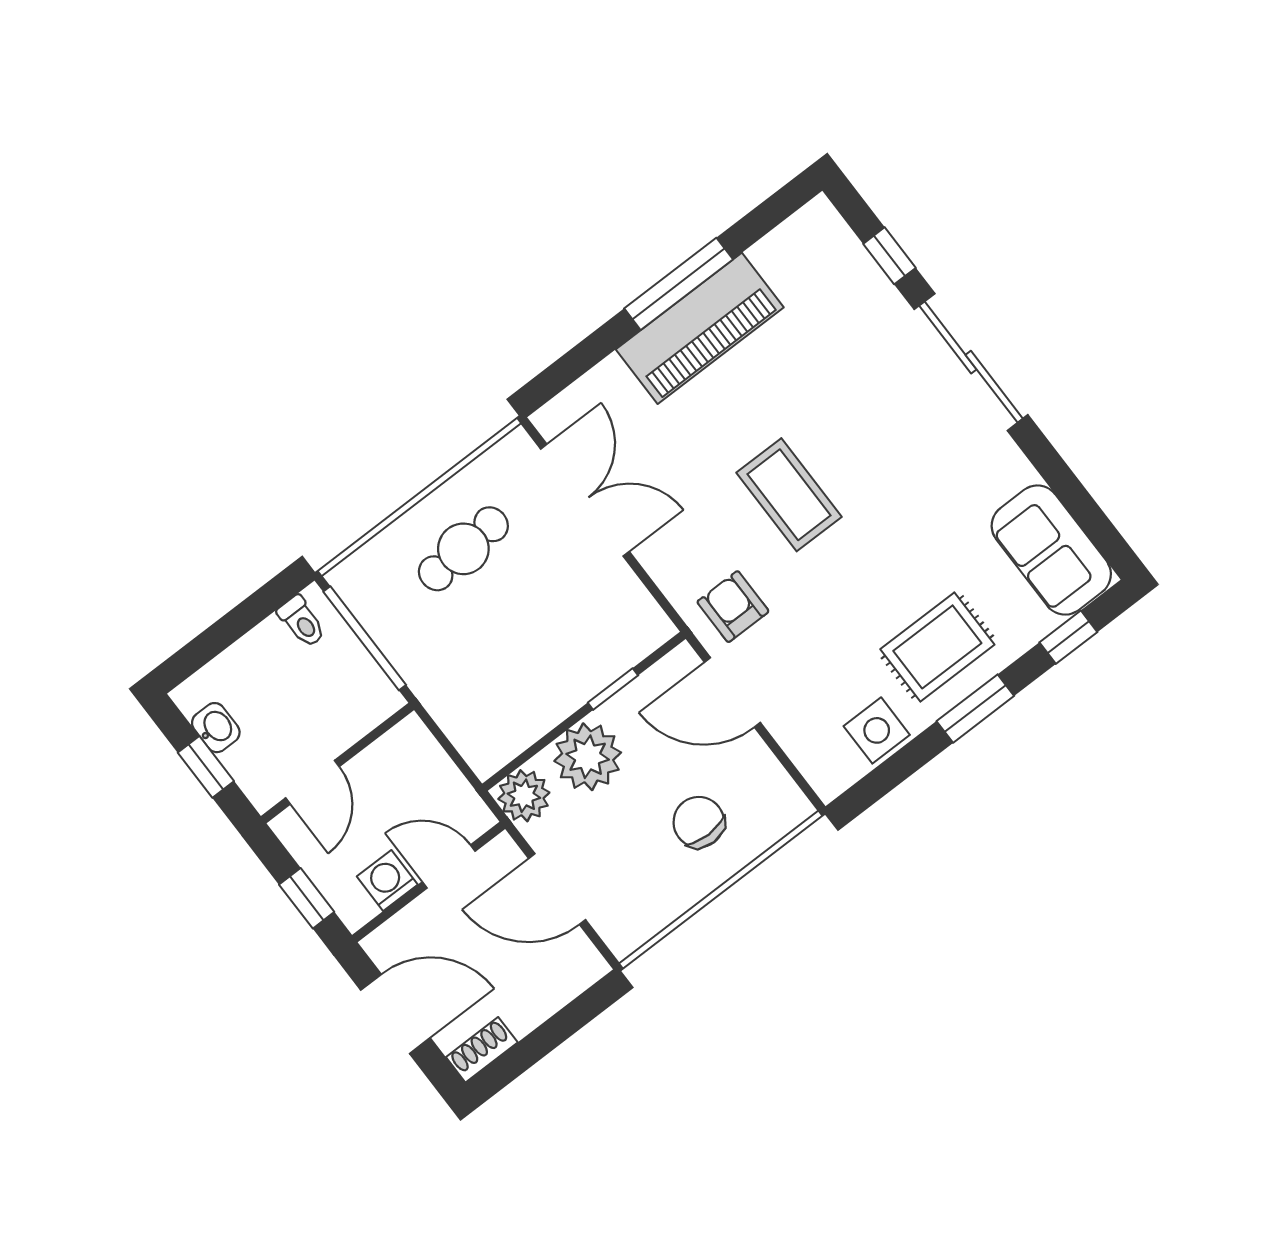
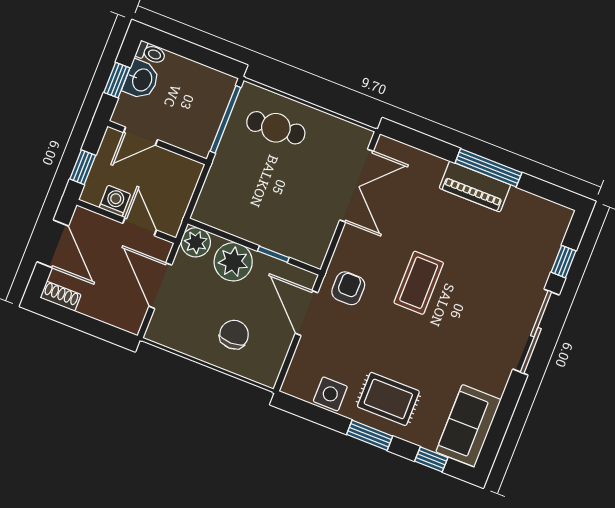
piano: (700, 328) -> (475, 187), width x0.73, depth x0.75
cafe table: (463, 549) -> (276, 128), moved
toilet: (302, 622) -> (151, 53), moved, turned -90
washbasin: (216, 728) -> (141, 80), width x1.38, depth x1.45

